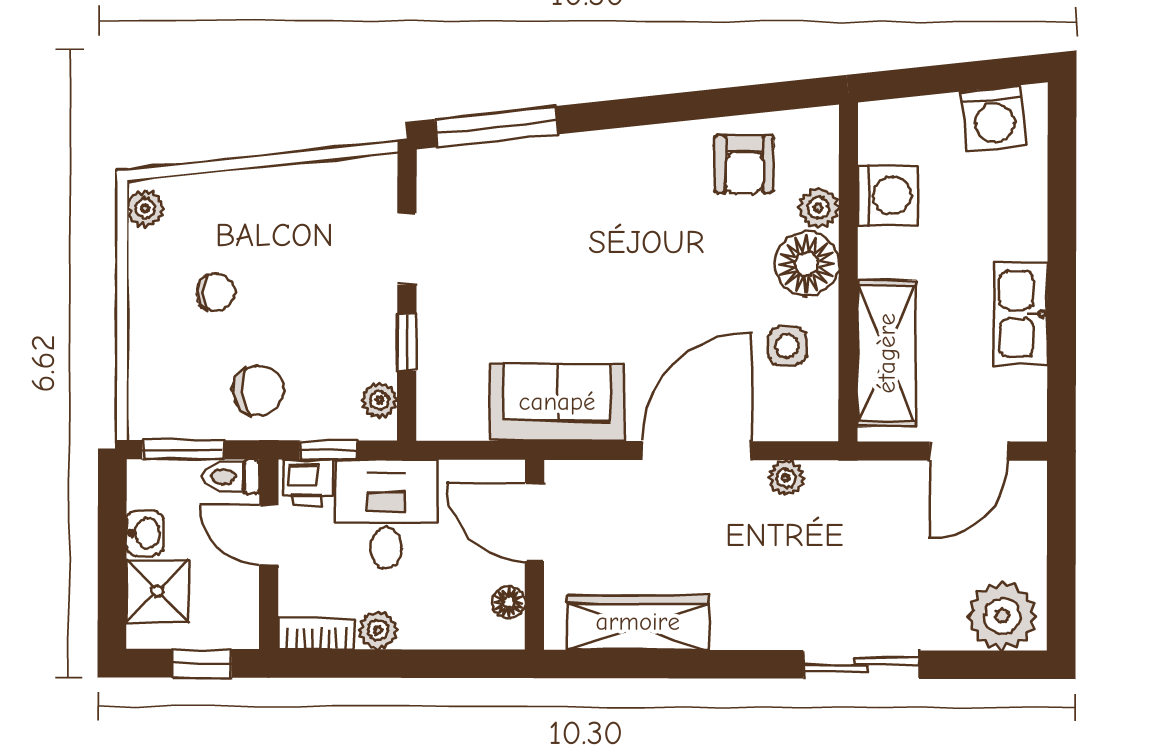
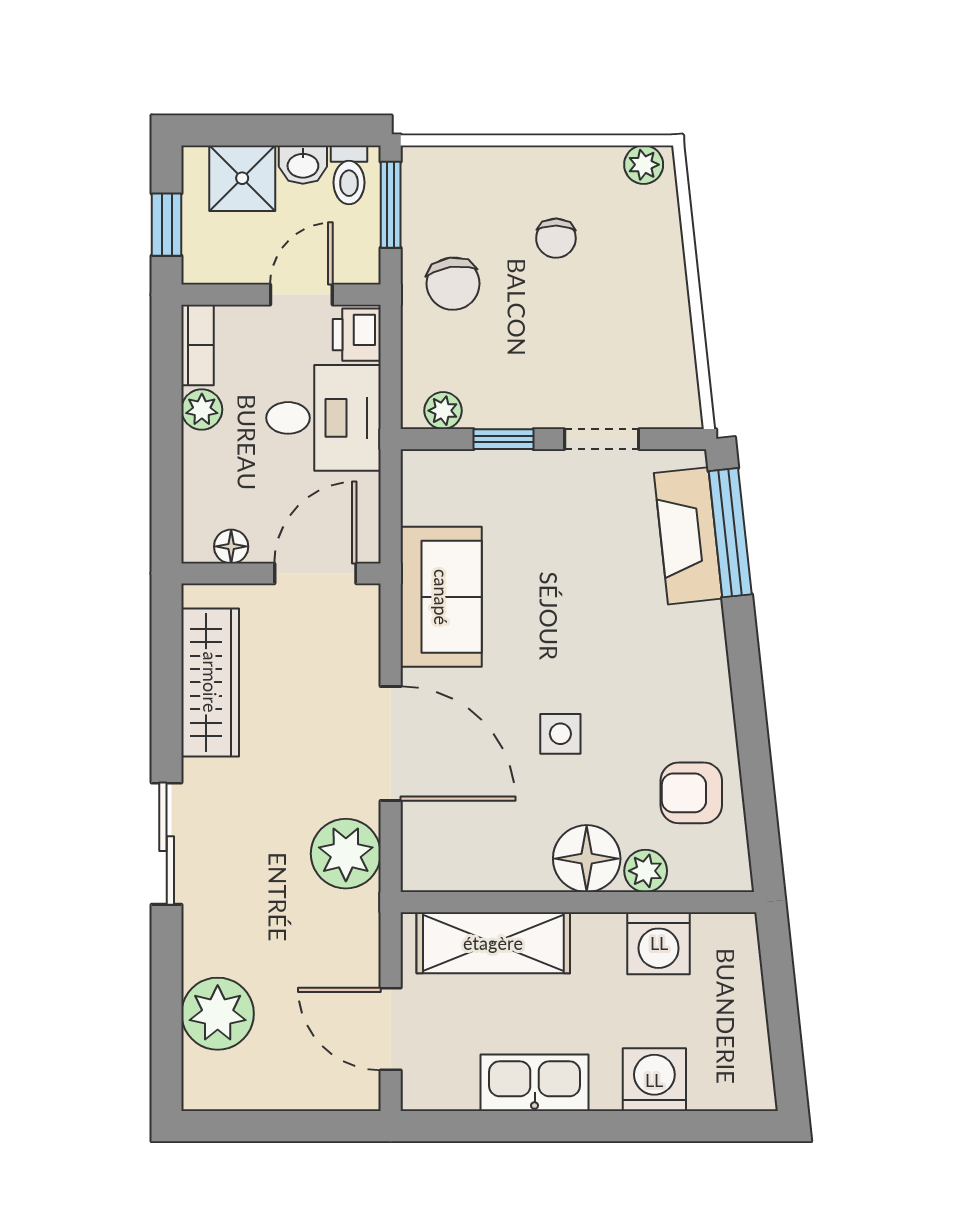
washing machine: (994, 118) -> (654, 1080), moved, turned 96
fireplace: (499, 167) -> (688, 536), added
side table: (787, 346) -> (560, 734), moved
window: (329, 450) -> (391, 357), removed
toilet: (231, 477) -> (349, 175), moved, turned 180
plant: (786, 478) -> (346, 854), width x1.87, depth x1.87
plant: (1002, 616) -> (218, 1014), moved
sliding door: (861, 664) -> (167, 844), moved

